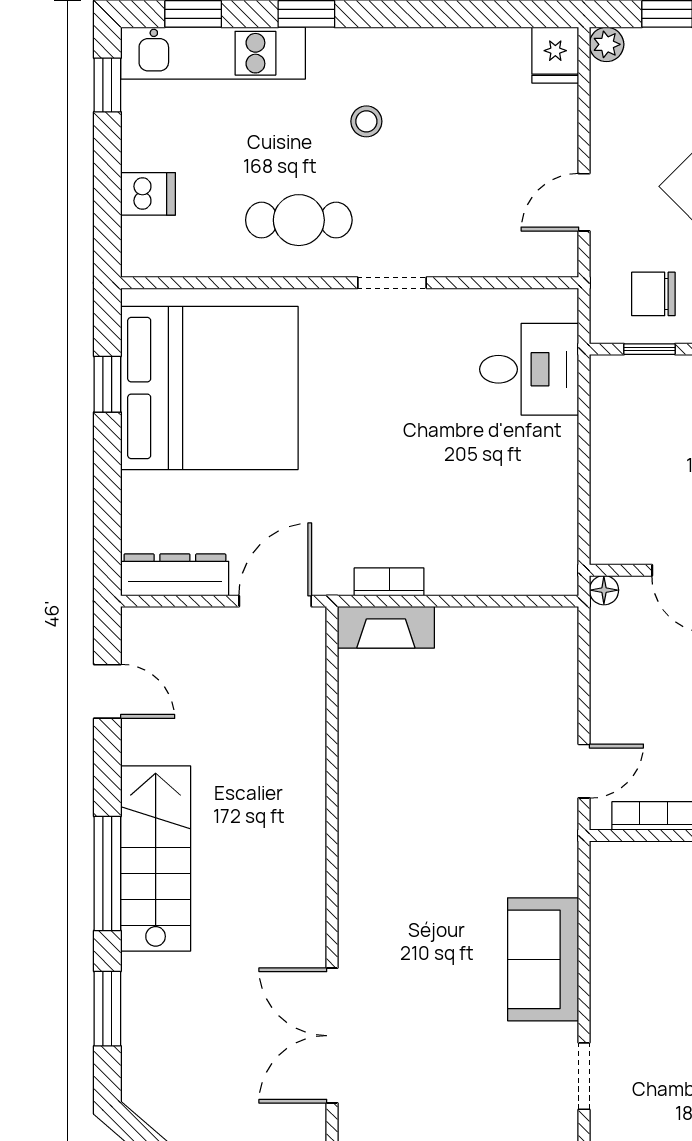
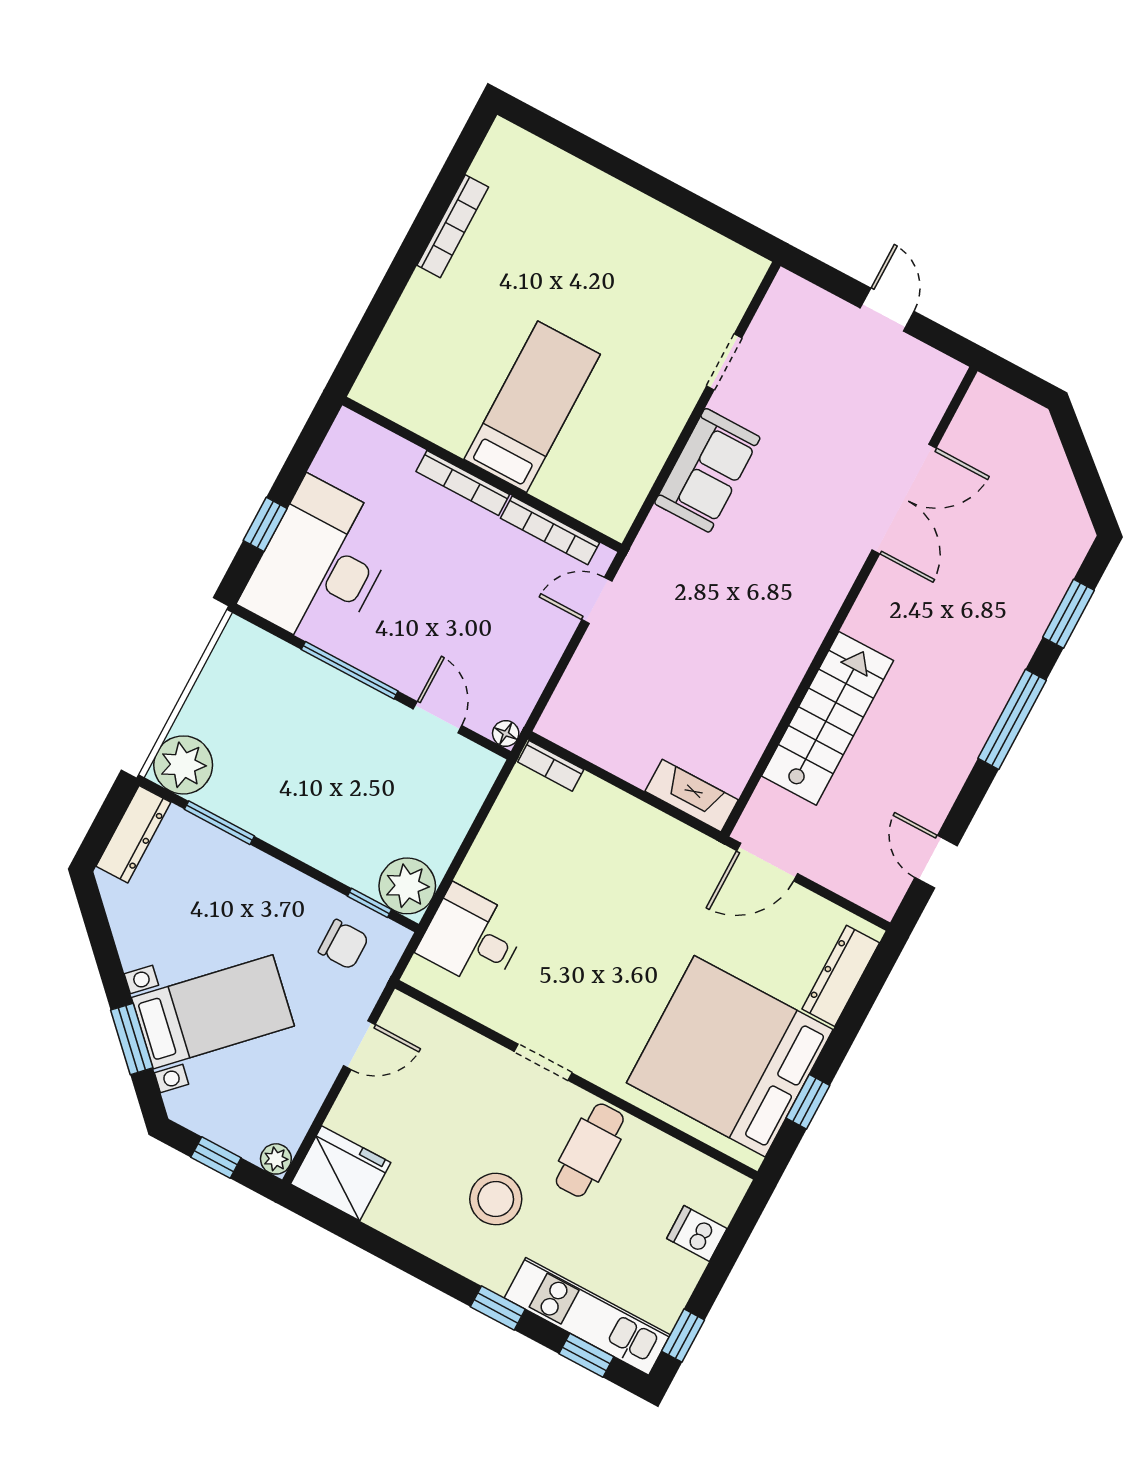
fridge: (555, 55) -> (341, 1173), width x1.88, depth x1.34
stool: (366, 121) -> (496, 1199), width x1.89, depth x1.89
cafe table: (299, 220) -> (590, 1150), turned 90
plant: (621, 386) -> (407, 886), added
dresser: (175, 575) -> (841, 976), moved, turned 90
bookcase: (389, 582) -> (551, 766), moved
stairs: (156, 858) -> (827, 718), moved, turned 180

